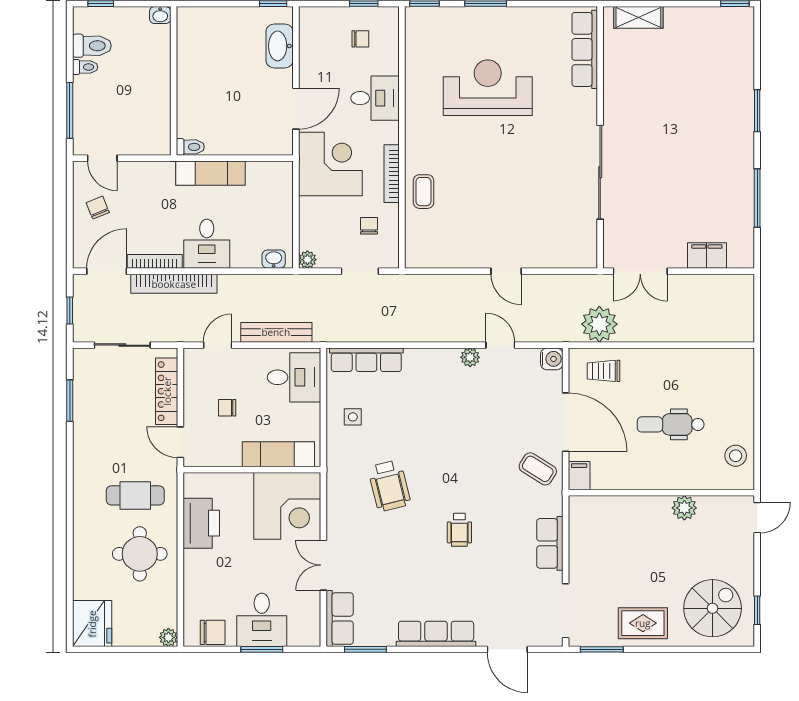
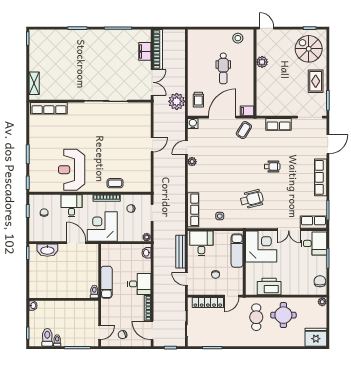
reception desk: (488, 88) -> (72, 170), moved
bookcase: (174, 284) -> (158, 49), moved
desk: (262, 620) -> (314, 243), moved

